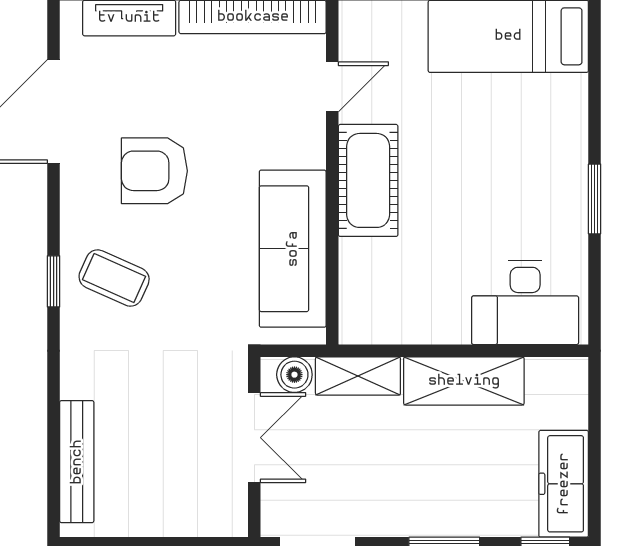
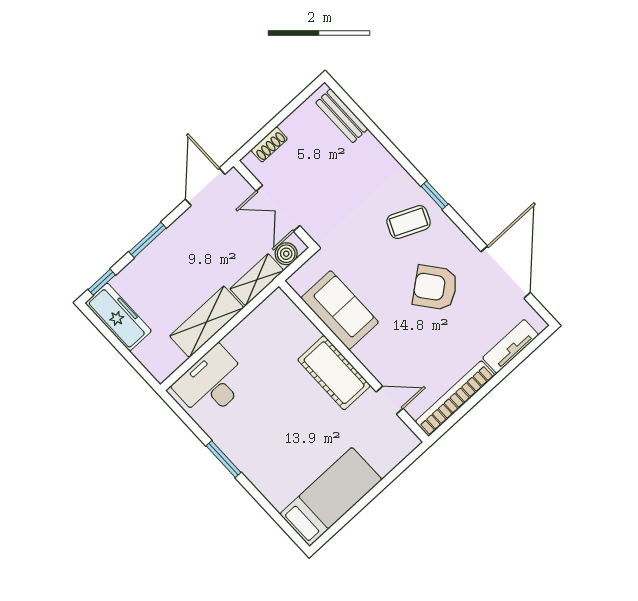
door: (332, 87) -> (390, 400), swing flipped
armchair: (154, 171) -> (435, 288), turned -128
sofa: (293, 249) -> (340, 310), width x0.73
bench: (77, 462) -> (342, 116), width x0.73
shoe rack: (195, 523) -> (269, 144), added

